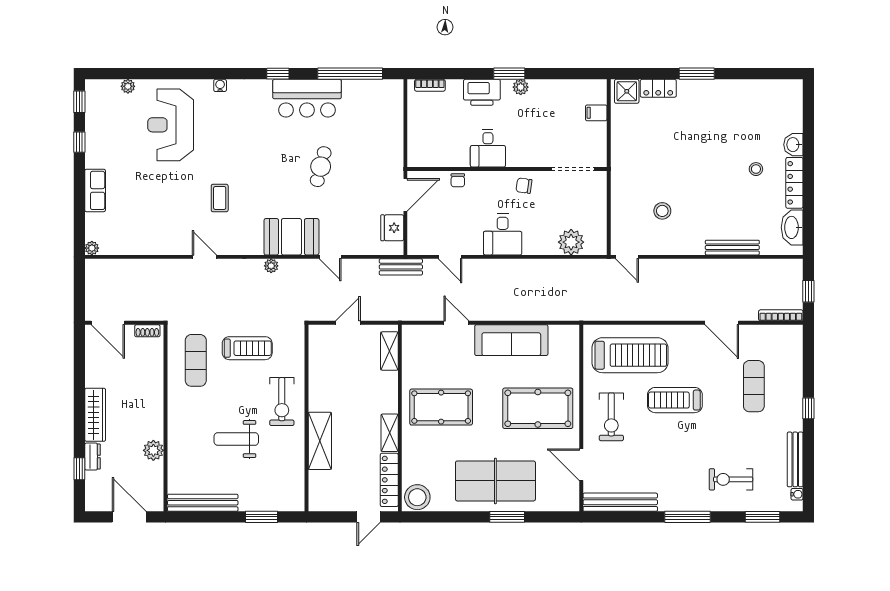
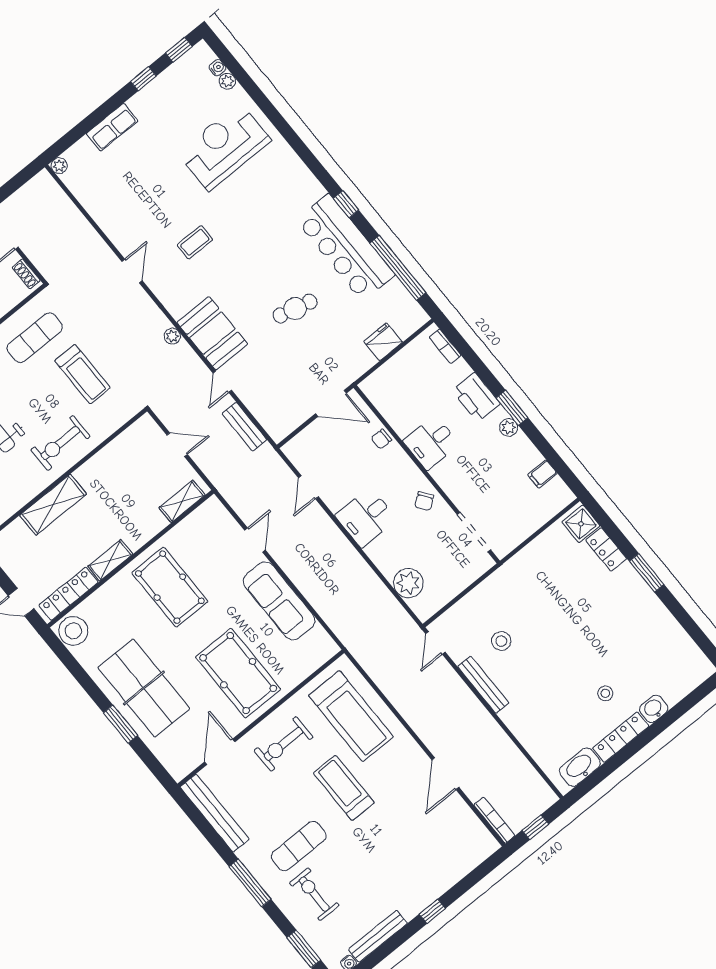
water cooler: (220, 85) -> (217, 68), moved
bar counter: (307, 98) -> (345, 247), width x1.36
filing cabinet: (596, 113) -> (542, 474), moved, turned -90
chair: (524, 186) -> (424, 501), turned -134
fridge: (392, 228) -> (383, 342), moved
bench: (732, 248) -> (483, 685), moved
bench: (401, 267) -> (244, 427), moved
exercise mat: (754, 386) -> (299, 846), moved

